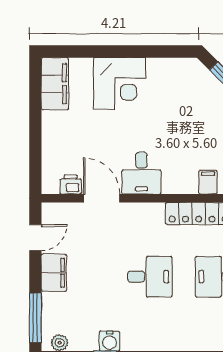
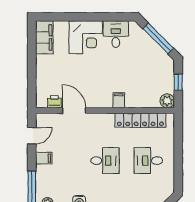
desk: (141, 173) -> (116, 34), moved, turned 180
filing cabinet: (208, 182) -> (119, 100), moved
filing cabinet: (54, 273) -> (44, 158), width x0.50

